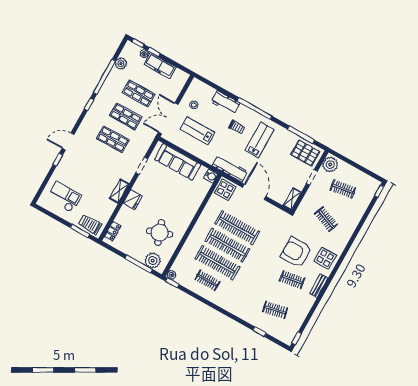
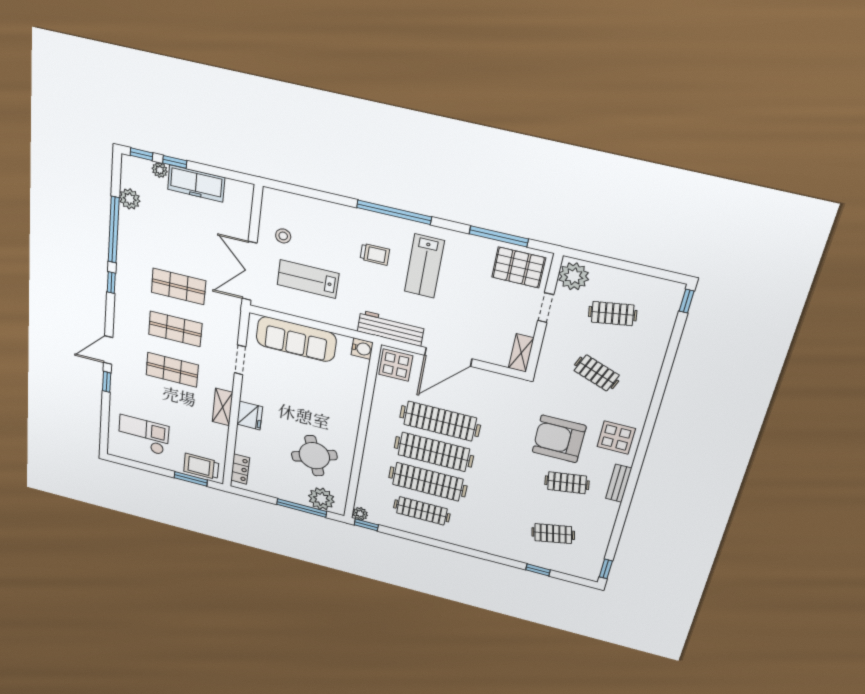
shop shelf: (139, 94) -> (172, 370), moved
workbench: (226, 102) -> (337, 216), removed
lab bench: (260, 140) -> (424, 266), turned 180
door: (254, 192) -> (448, 357), swing flipped
clothes rail: (208, 280) -> (422, 511), width x1.36

